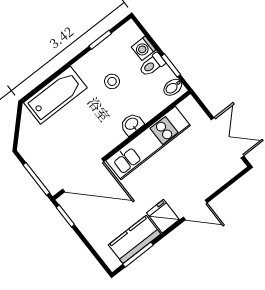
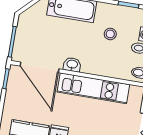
washbasin: (132, 124) -> (72, 65), moved

